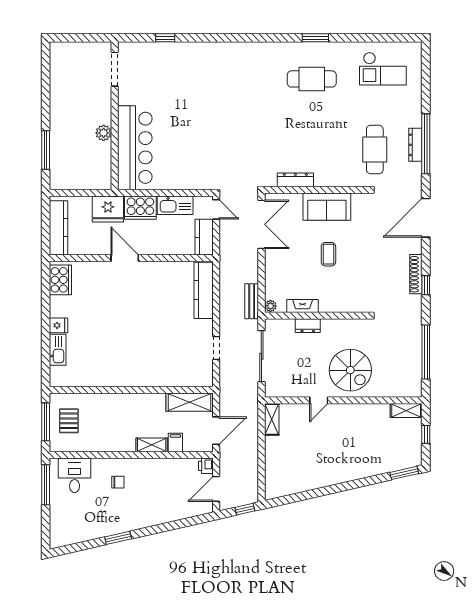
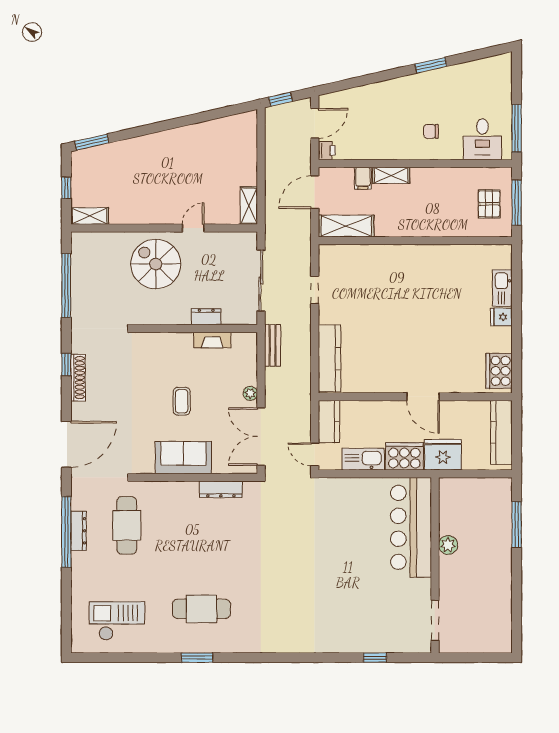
plant: (270, 306) -> (250, 393), moved

